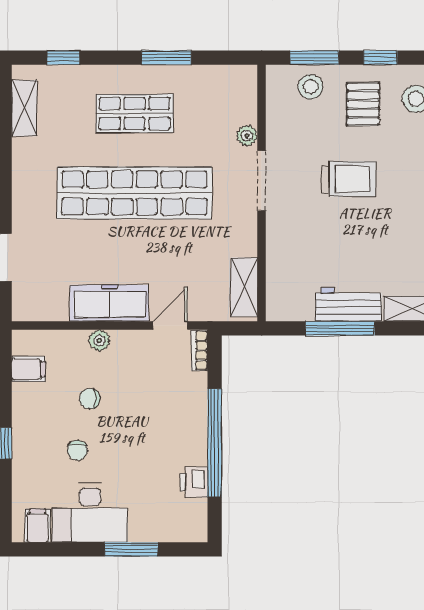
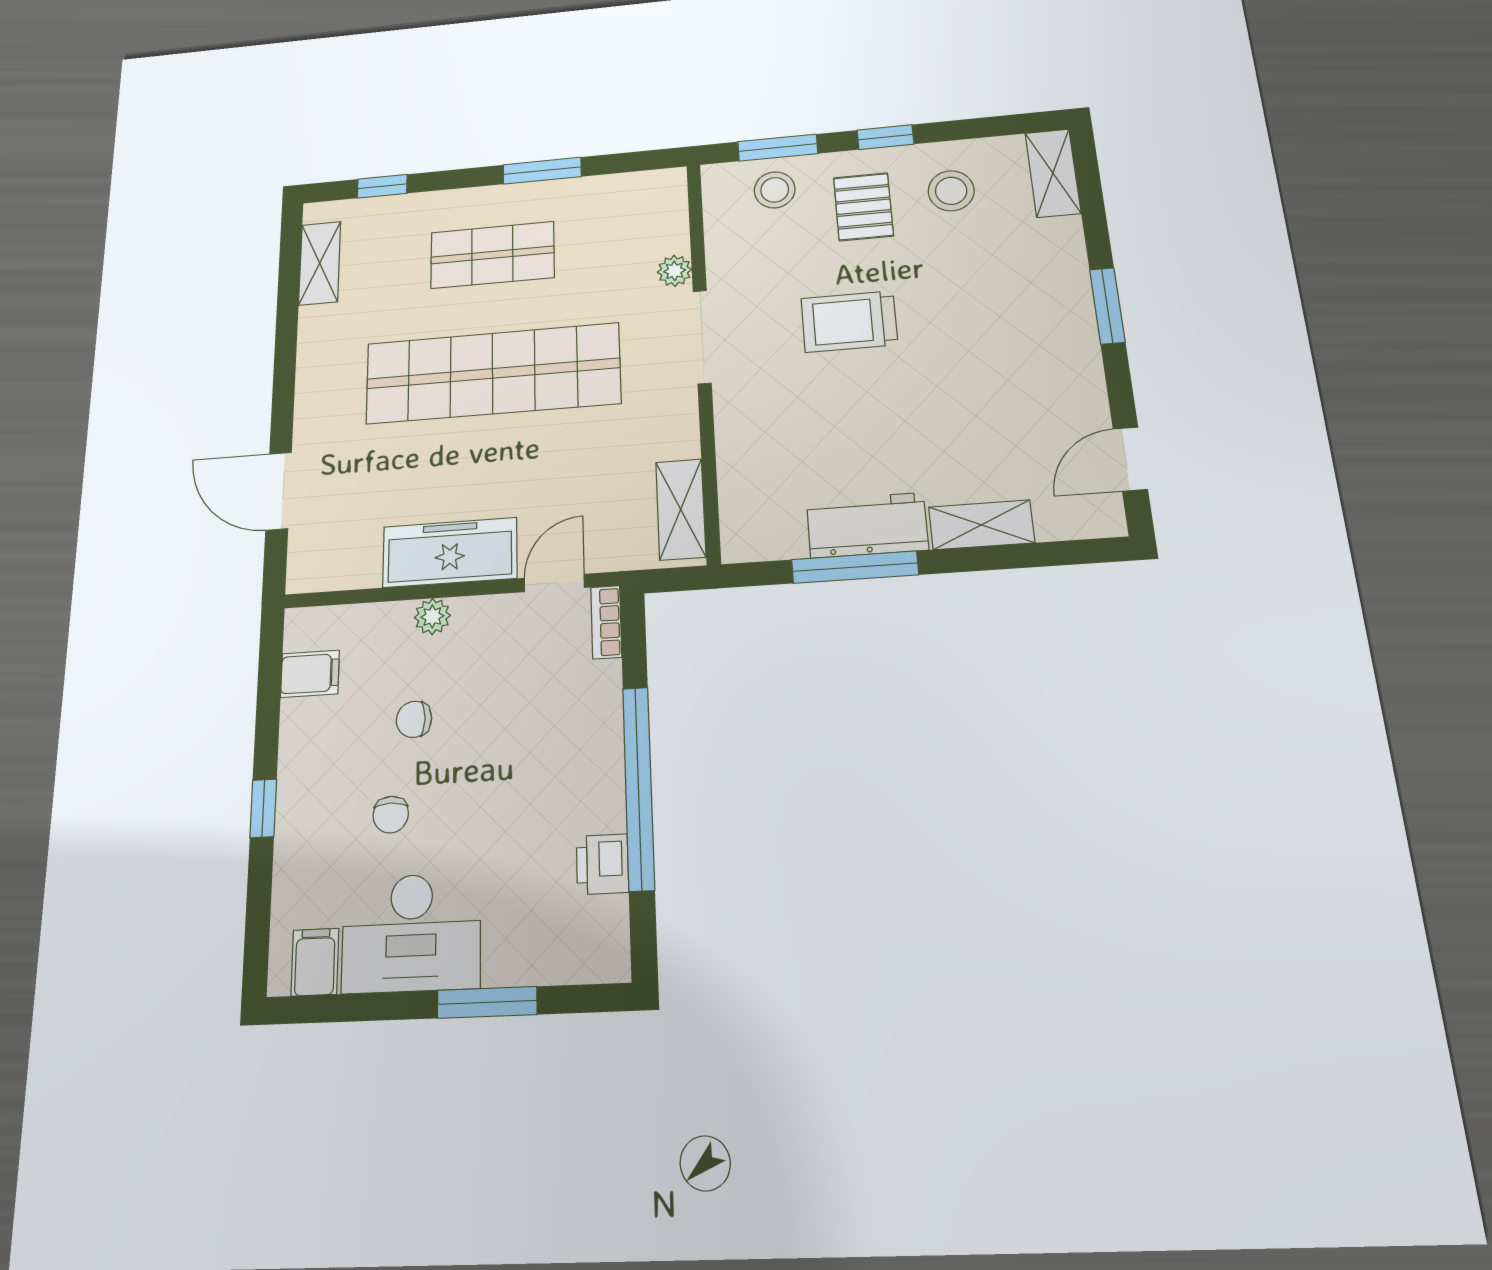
trolley: (349, 179) -> (849, 322), turned 180

